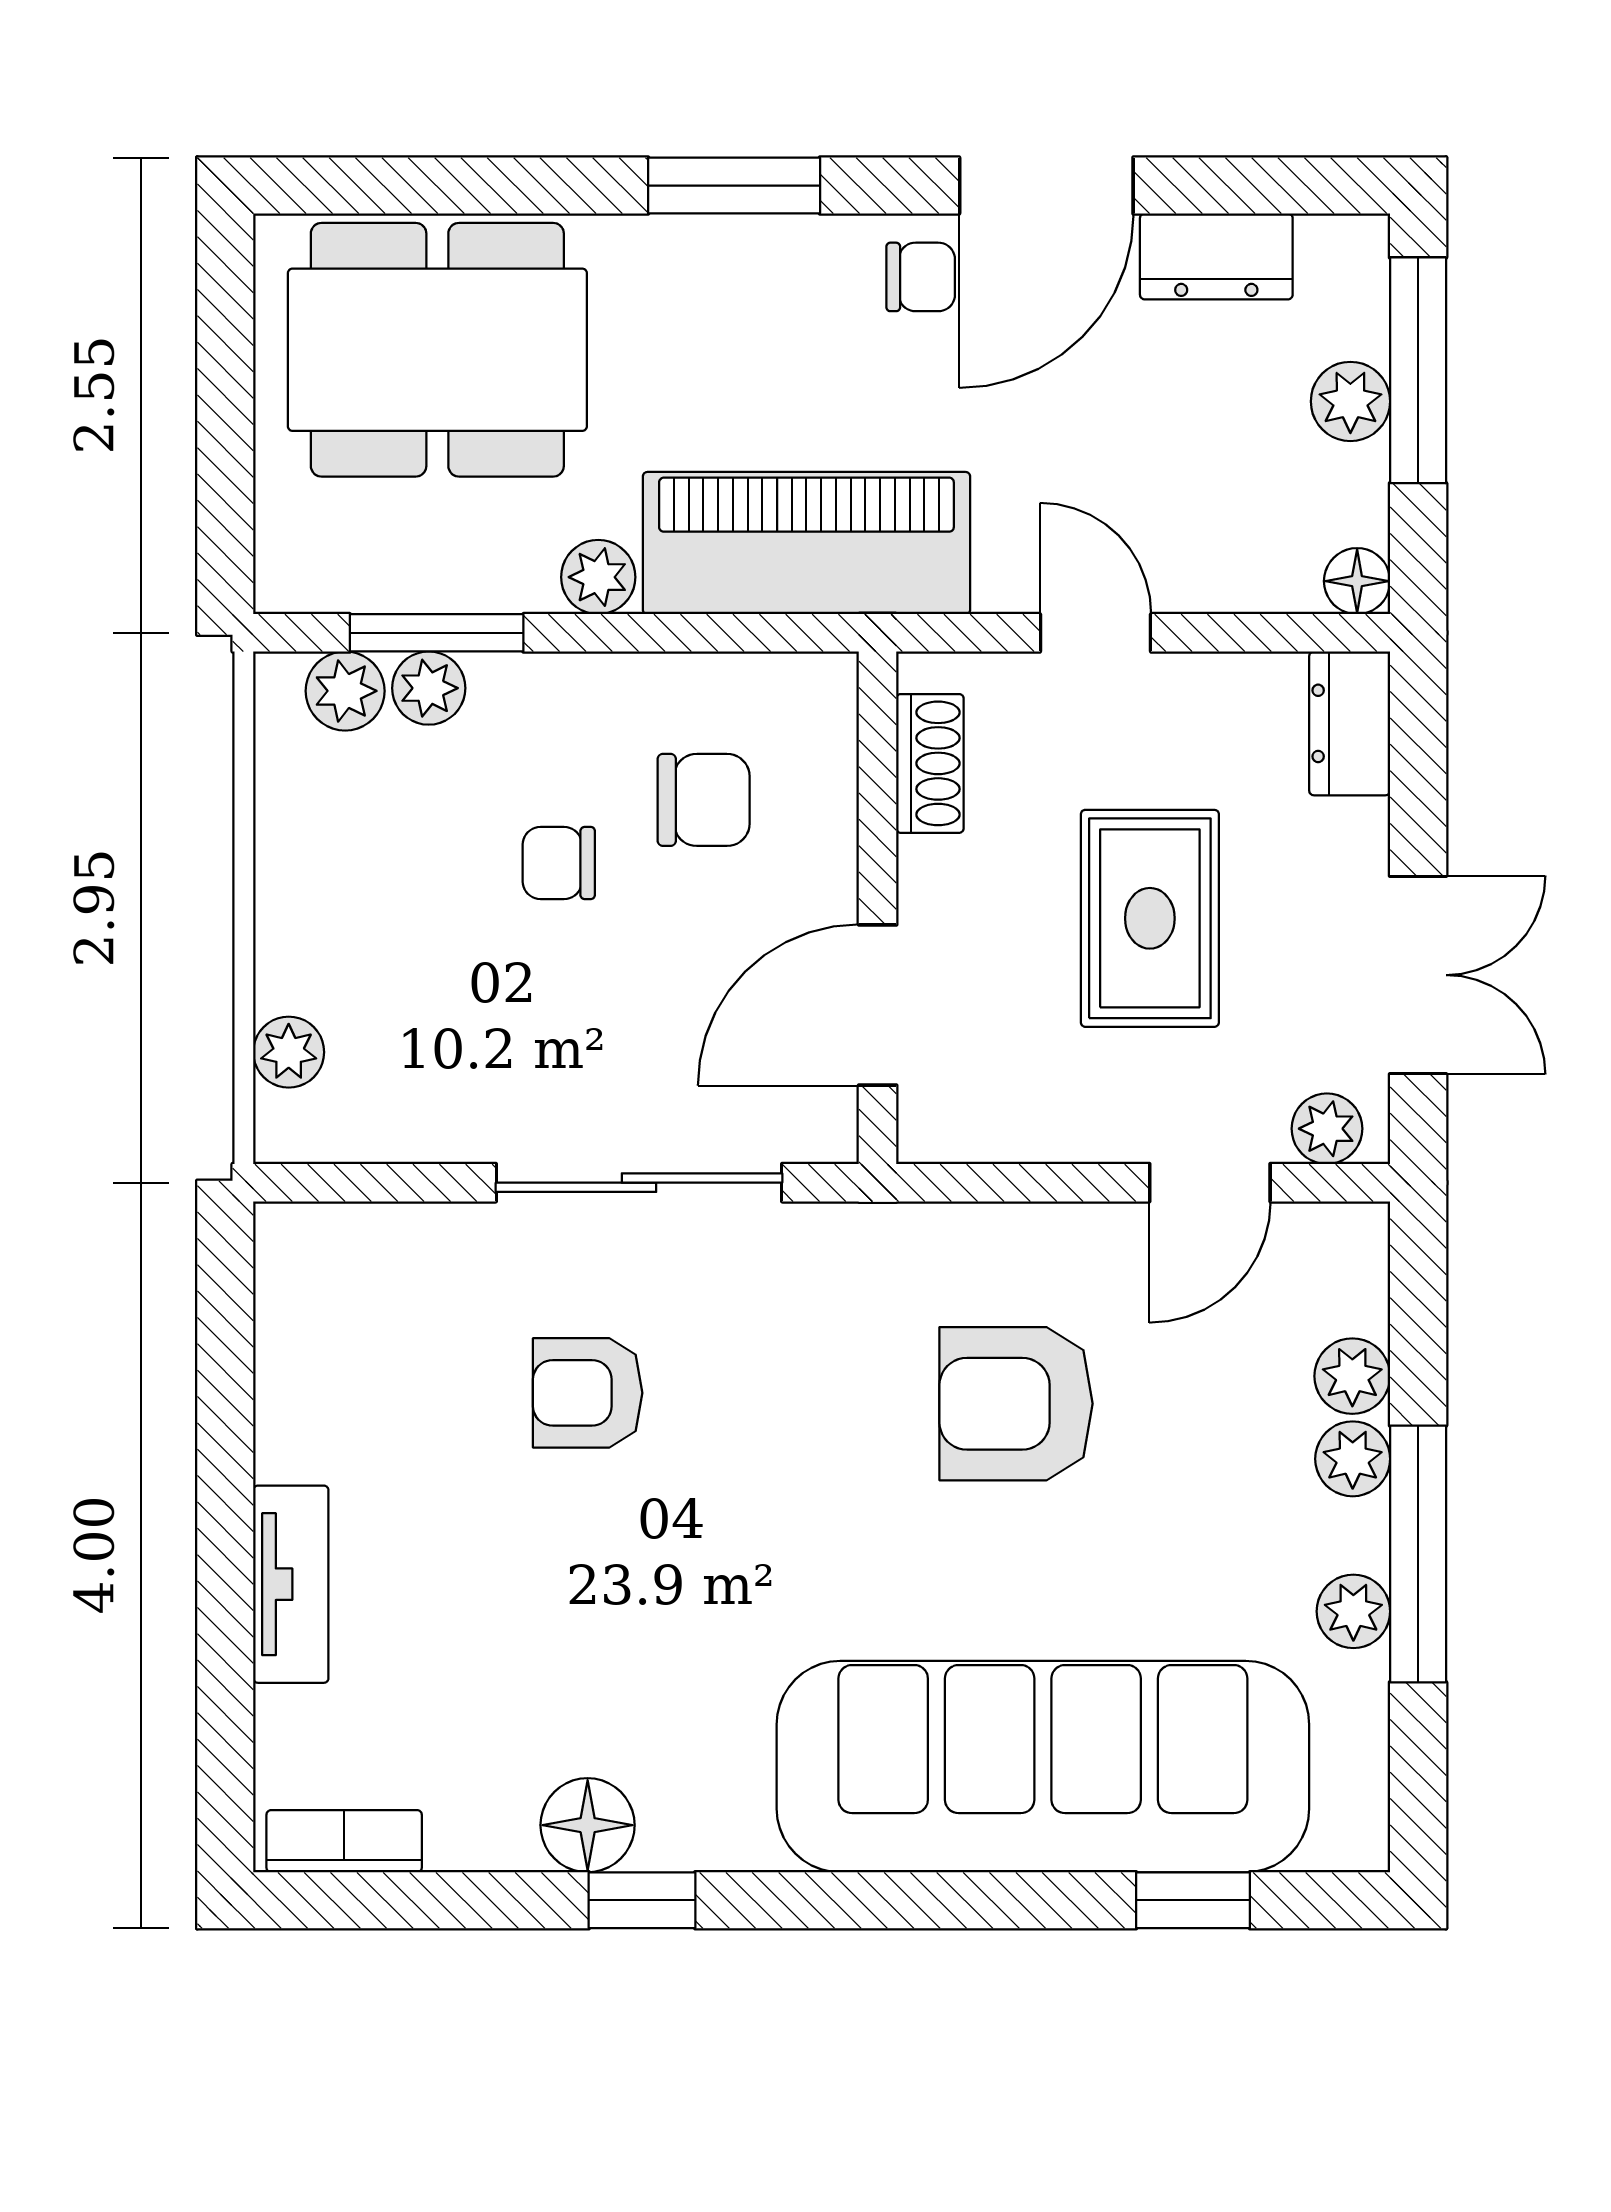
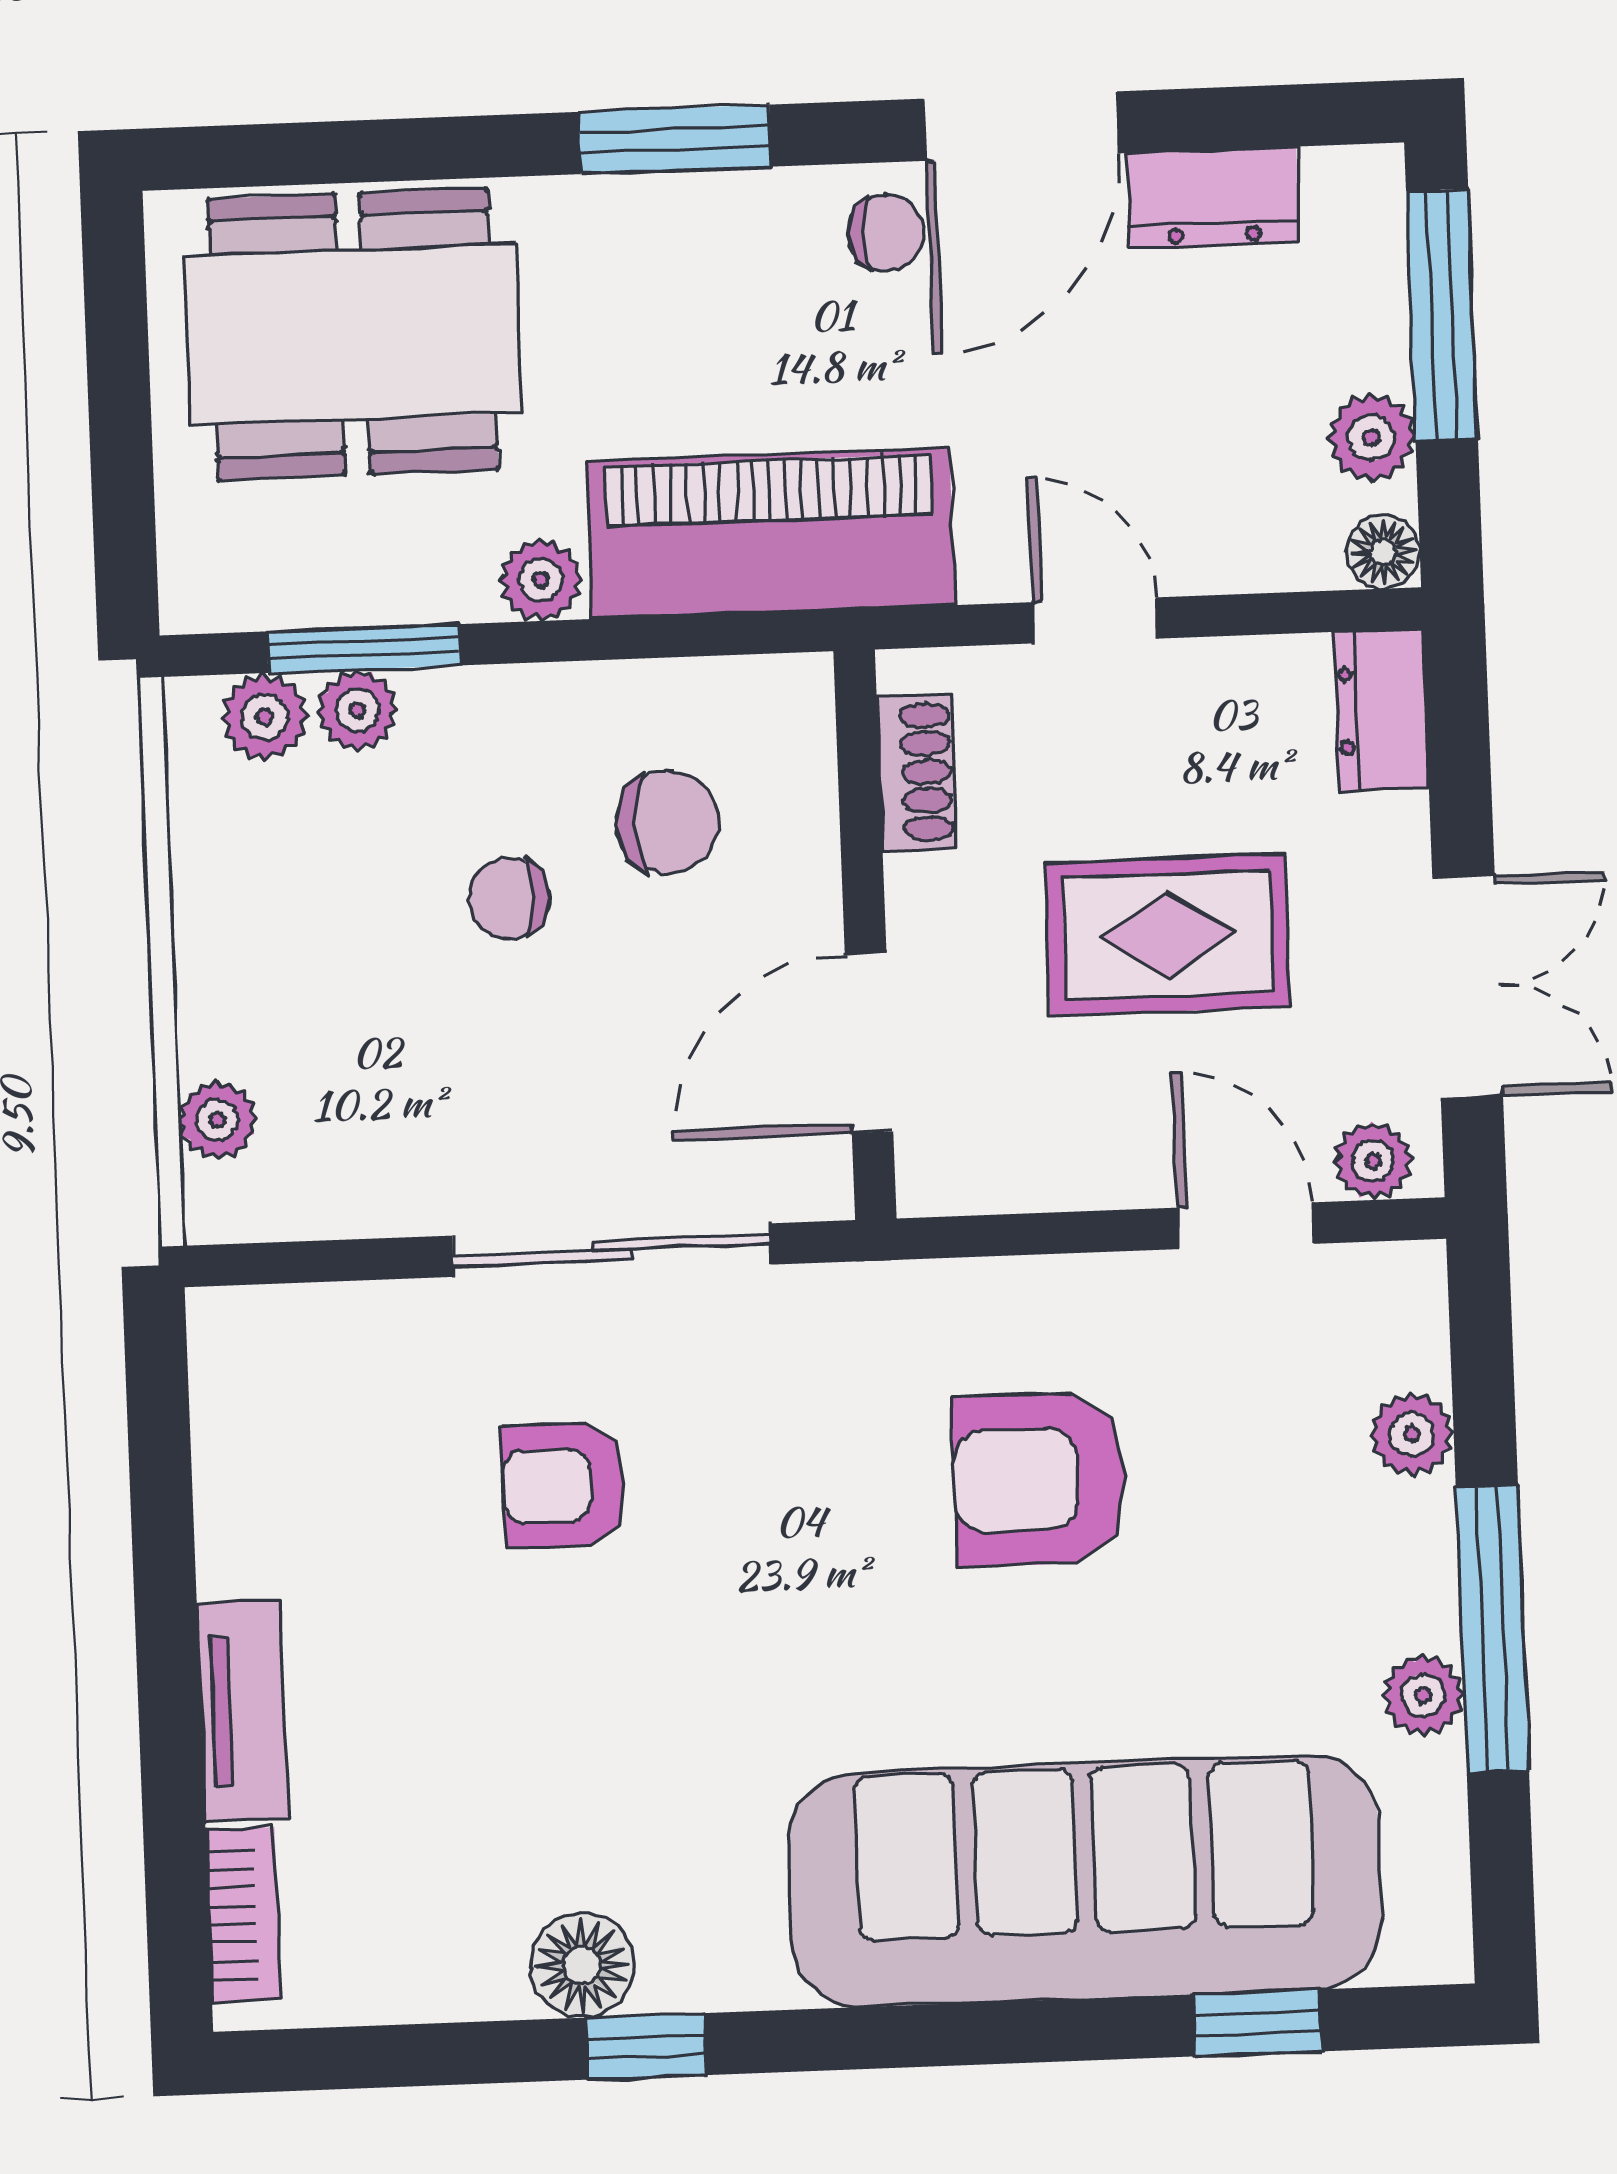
plant: (1350, 401) -> (1371, 438), moved
rug: (1150, 918) -> (1168, 935), turned 90
door: (1210, 1183) -> (1246, 1226), swing flipped
plant: (1353, 1459) -> (1416, 1526), removed
bookcase: (344, 1841) -> (243, 1915), moved, turned 90

